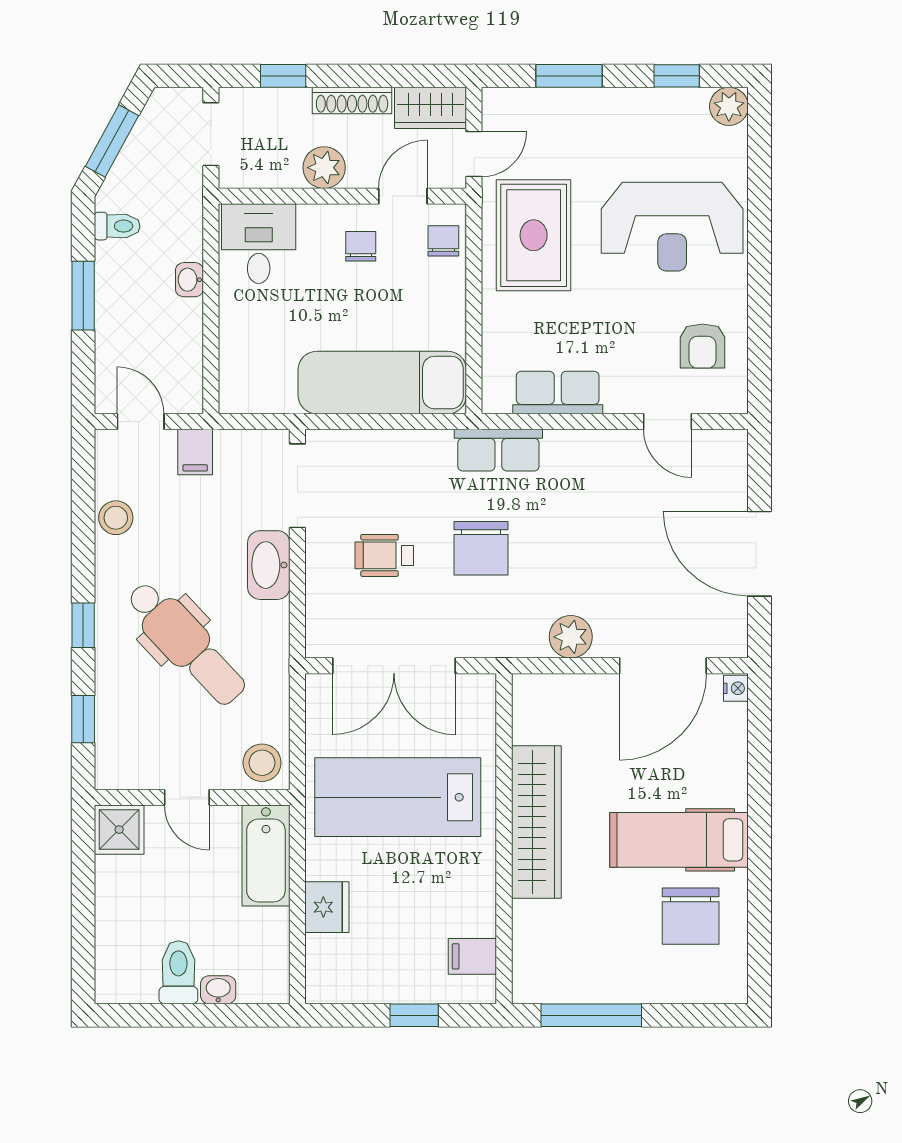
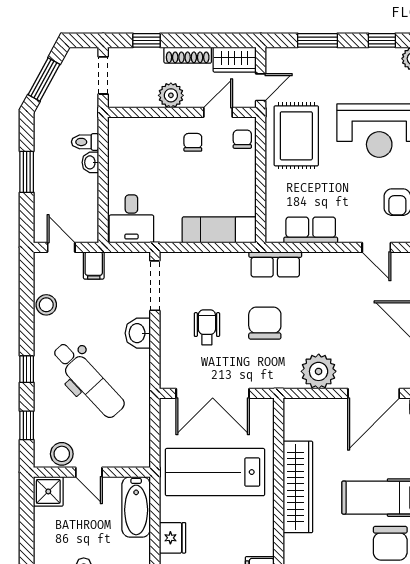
toilet: (117, 226) -> (85, 142), moved, turned 180
desk: (259, 244) -> (131, 219), moved, turned 180
exam couch: (382, 383) -> (219, 230), width x0.73, depth x0.69
chair: (481, 548) -> (265, 323), turned 180
wheelchair: (384, 555) -> (207, 327), turned 90
washbasin: (269, 565) -> (138, 333), width x0.72
plant: (571, 637) -> (319, 371), width x1.36, depth x1.36
stool: (262, 763) -> (62, 454), moved

